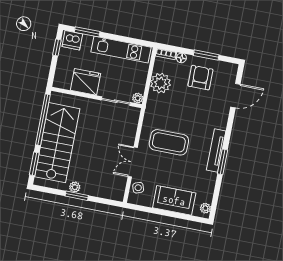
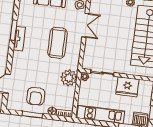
plant: (160, 83) -> (69, 78), moved
coffee table: (169, 142) -> (58, 43), turned 90
tv unit: (216, 150) -> (19, 39), width x0.71

